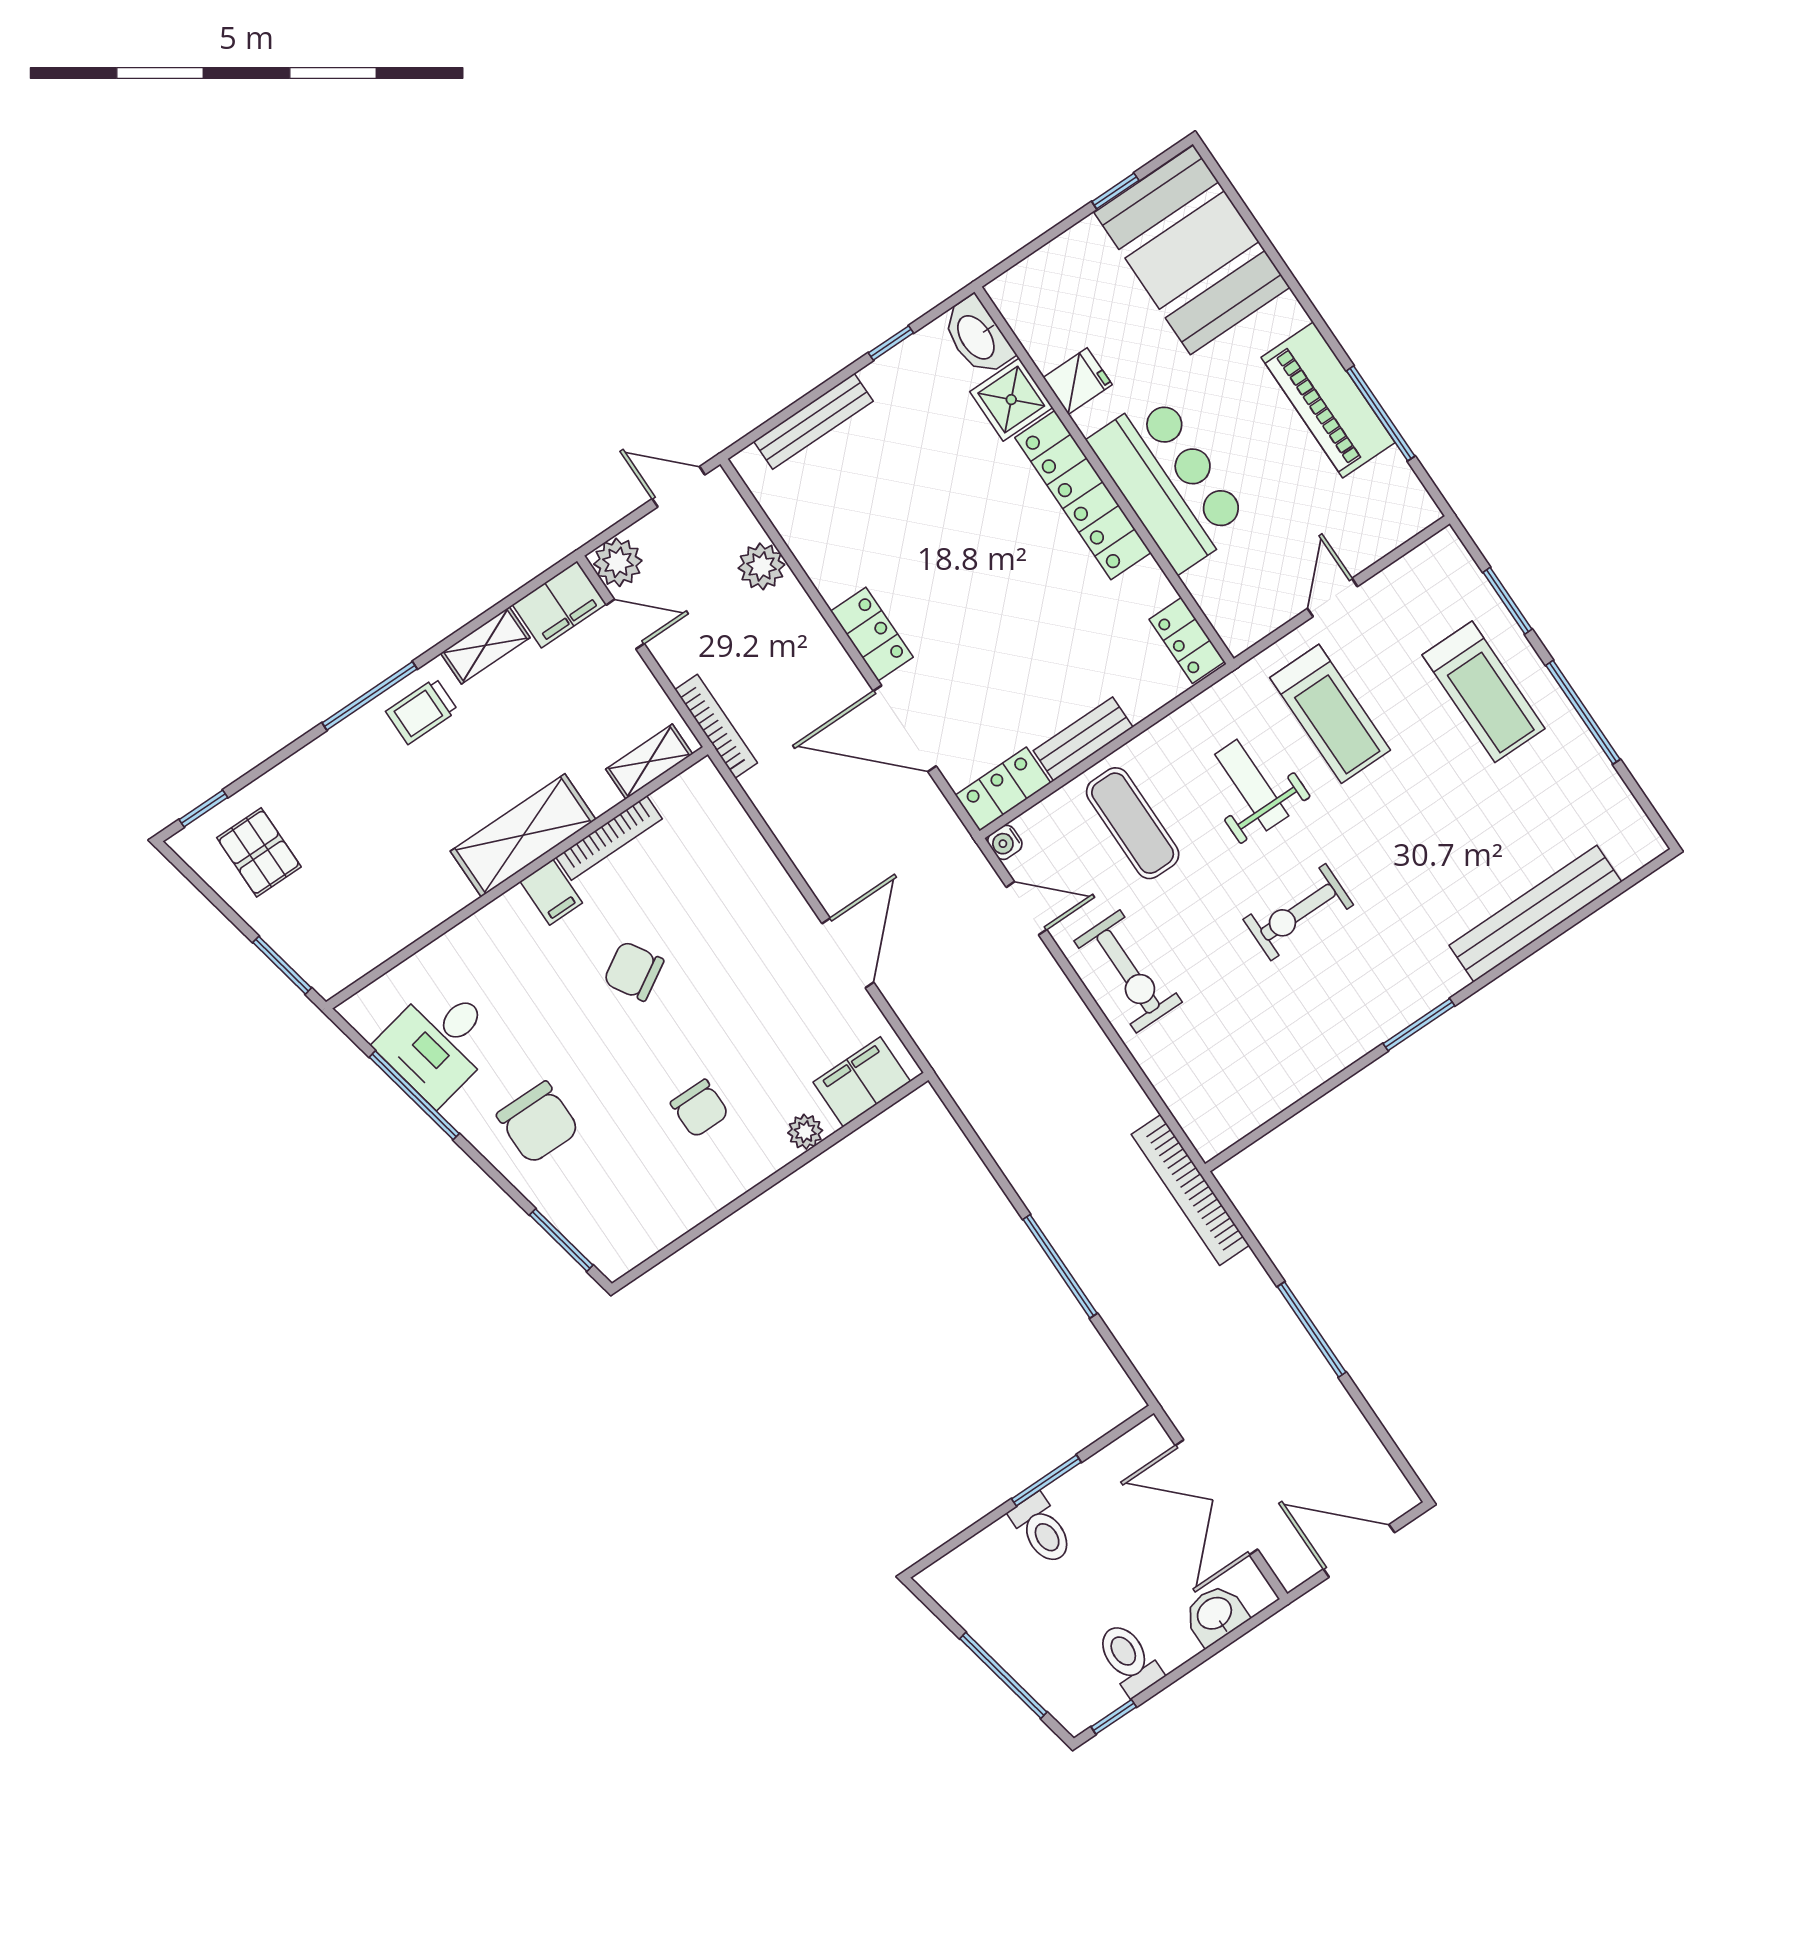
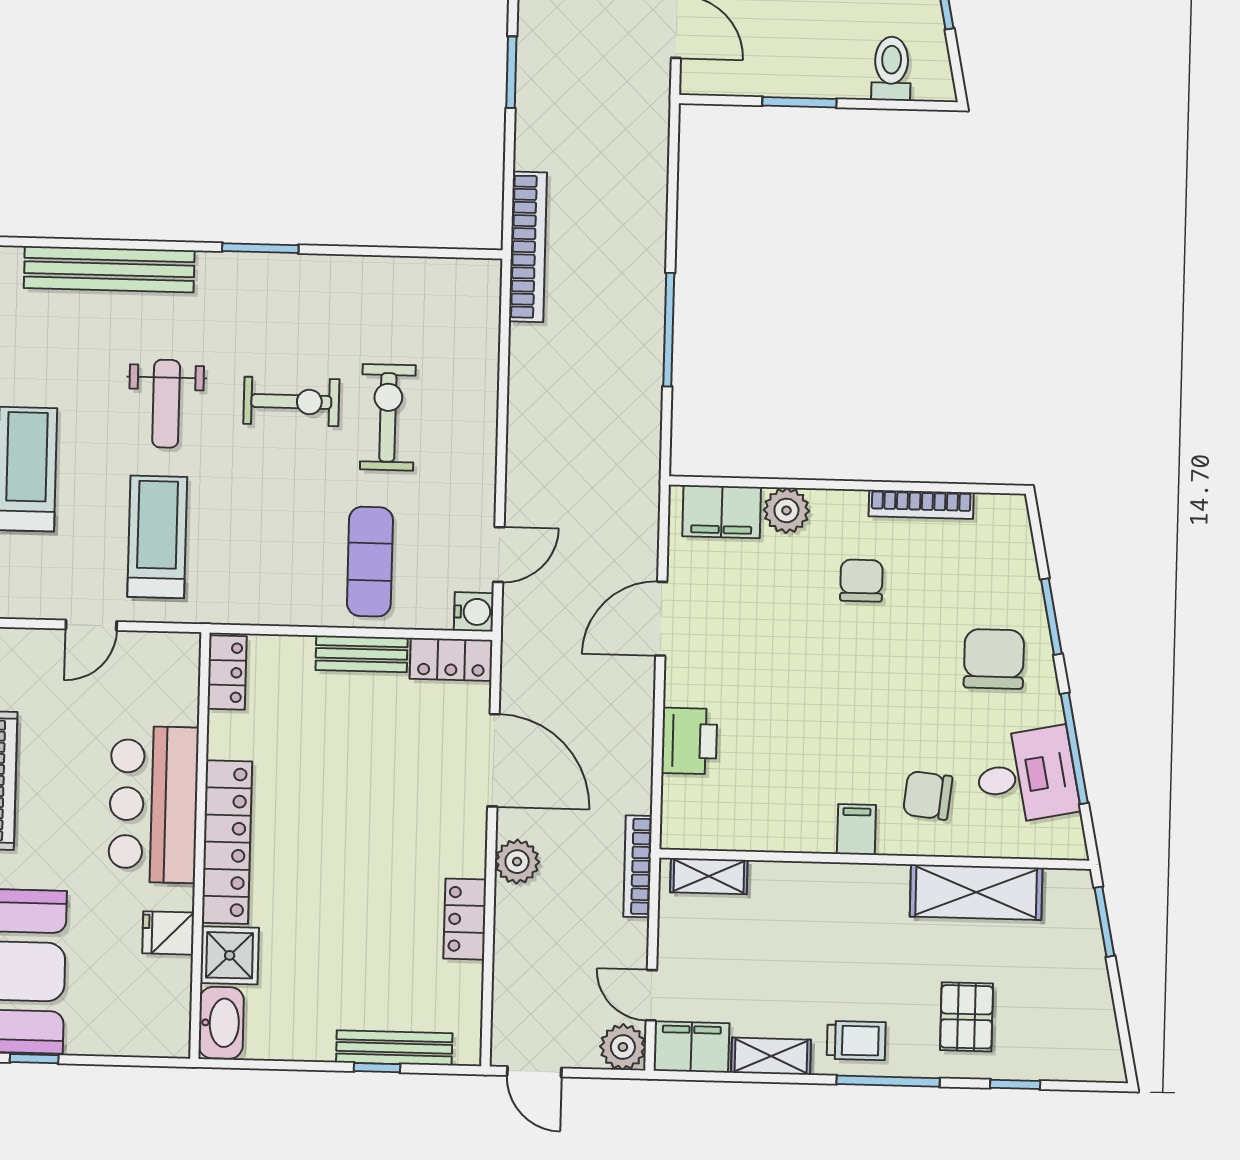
window: (891, 343) -> (377, 1068), moved
plant: (761, 566) -> (517, 862), moved
locker: (872, 634) -> (465, 919), moved
weight bench: (1252, 785) -> (166, 404), moved
window: (203, 808) -> (1015, 1084), moved
shelving: (523, 835) -> (976, 892), moved
bookcase: (609, 838) -> (921, 504), moved, turned 180
water cooler: (1005, 842) -> (474, 612), width x1.38, depth x1.38
pallet: (259, 852) -> (967, 1017), moved
printer: (749, 865) -> (689, 741), added
door: (1026, 908) -> (499, 555), swing flipped
chair: (634, 971) -> (928, 795), moved, turned 127
exercise bike: (1128, 971) -> (388, 417), moved
plant: (805, 1132) -> (786, 510), width x1.38, depth x1.38
window: (561, 1240) -> (1051, 617), moved
window: (1060, 1266) -> (669, 330), moved
window: (1312, 1329) -> (511, 72), width x0.69
toilet: (1042, 1529) -> (891, 69), moved

